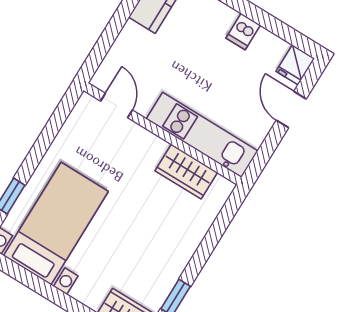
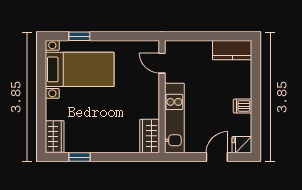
door: (117, 106) -> (162, 63), swing flipped
wardrobe: (186, 172) -> (150, 136), moved

